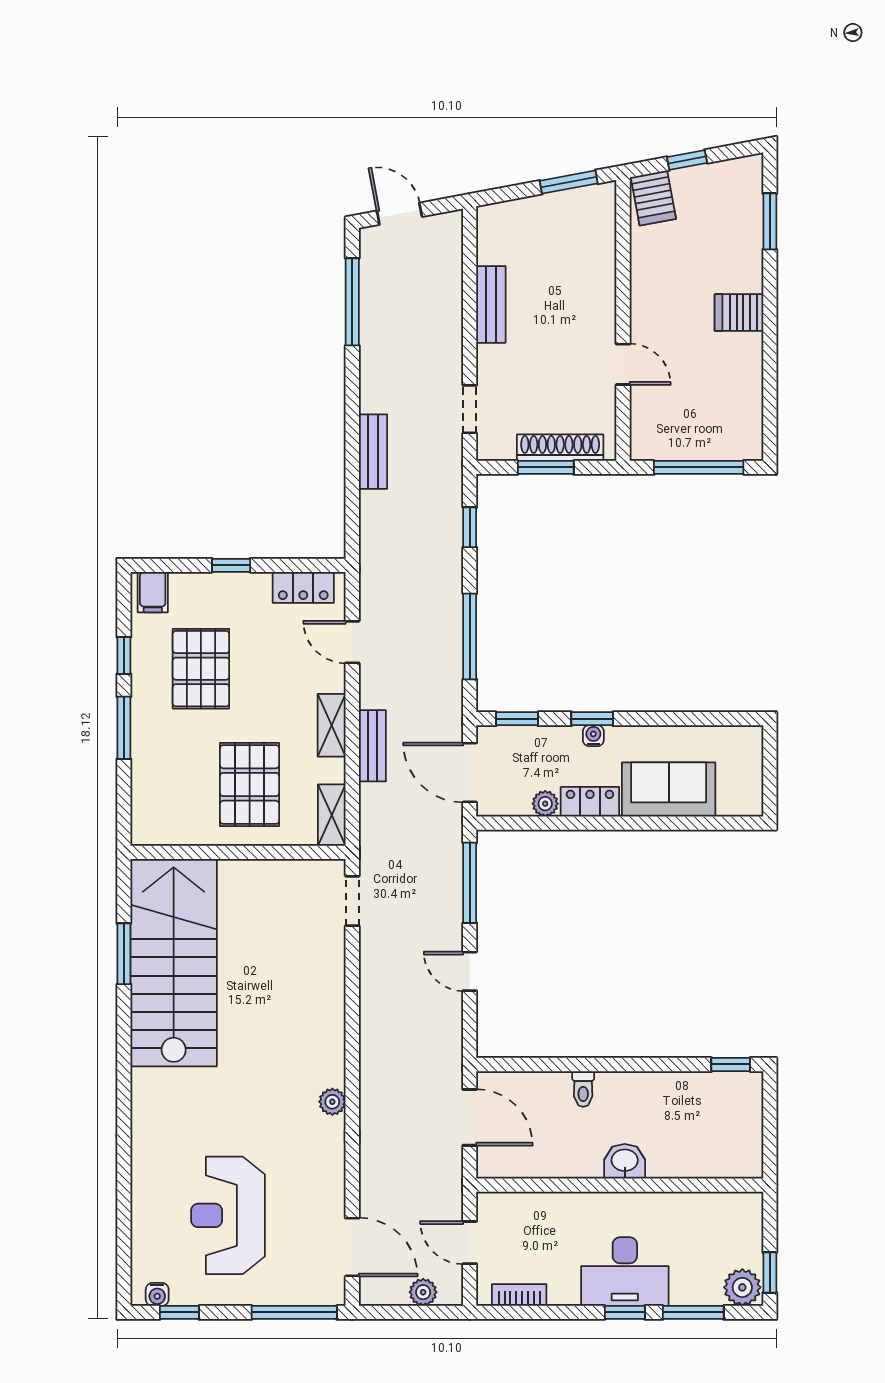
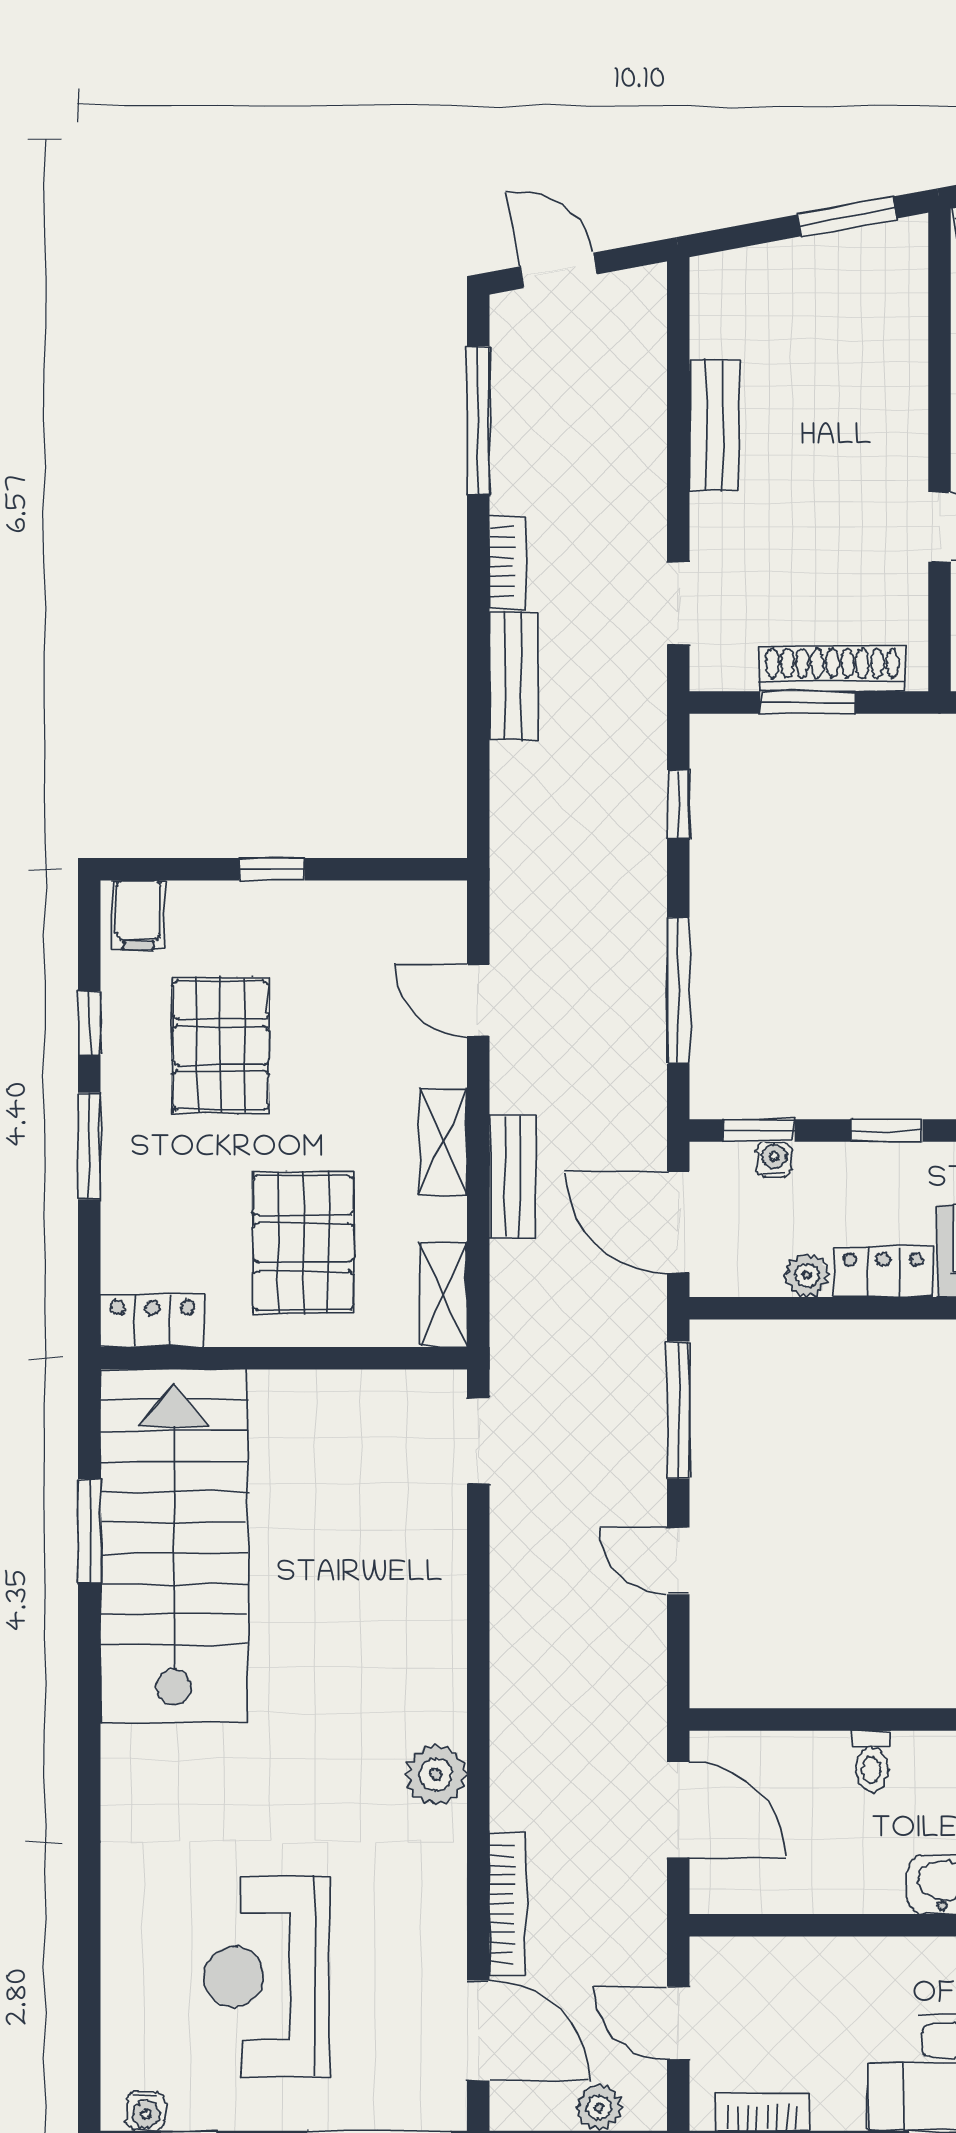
bookcase: (370, 385) -> (508, 562), added
locker: (303, 587) -> (153, 1321), moved, turned 180
water cooler: (593, 736) -> (774, 1159), moved
plant: (332, 1102) -> (436, 1774), width x1.38, depth x1.38
bookcase: (369, 1173) -> (507, 1904), added

